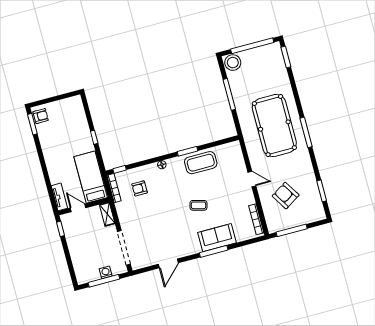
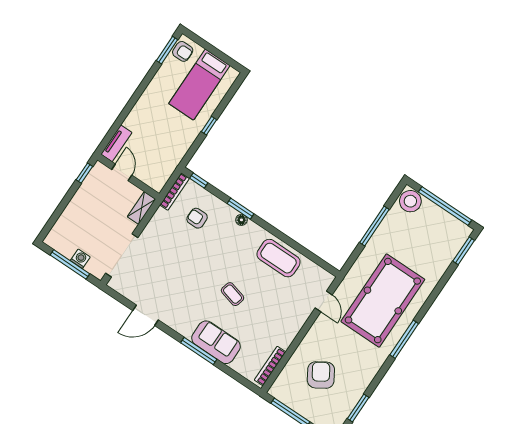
window: (188, 151) -> (240, 209), moved
bed: (91, 177) -> (199, 85), moved, turned 180
door: (252, 179) -> (324, 301), moved

